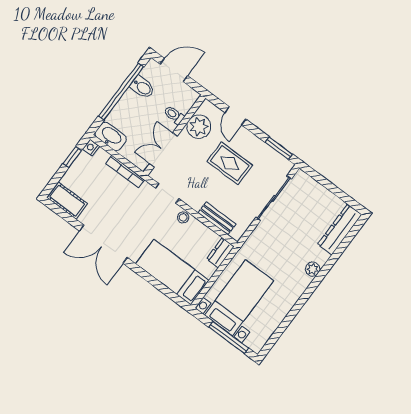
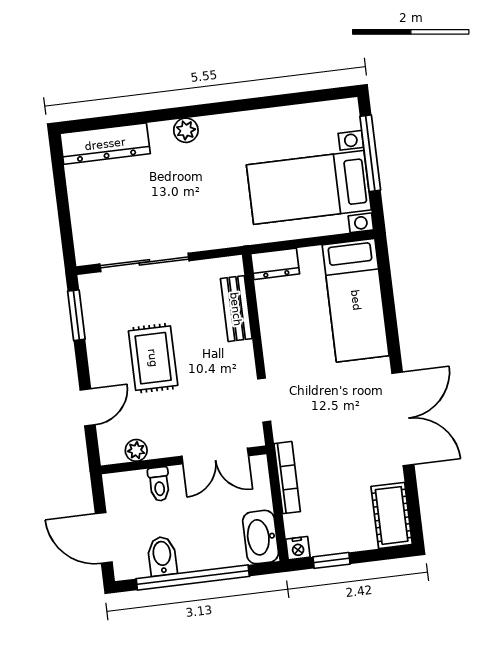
plant: (199, 127) -> (136, 450), width x0.53, depth x0.53
stool: (183, 217) -> (275, 352), removed

